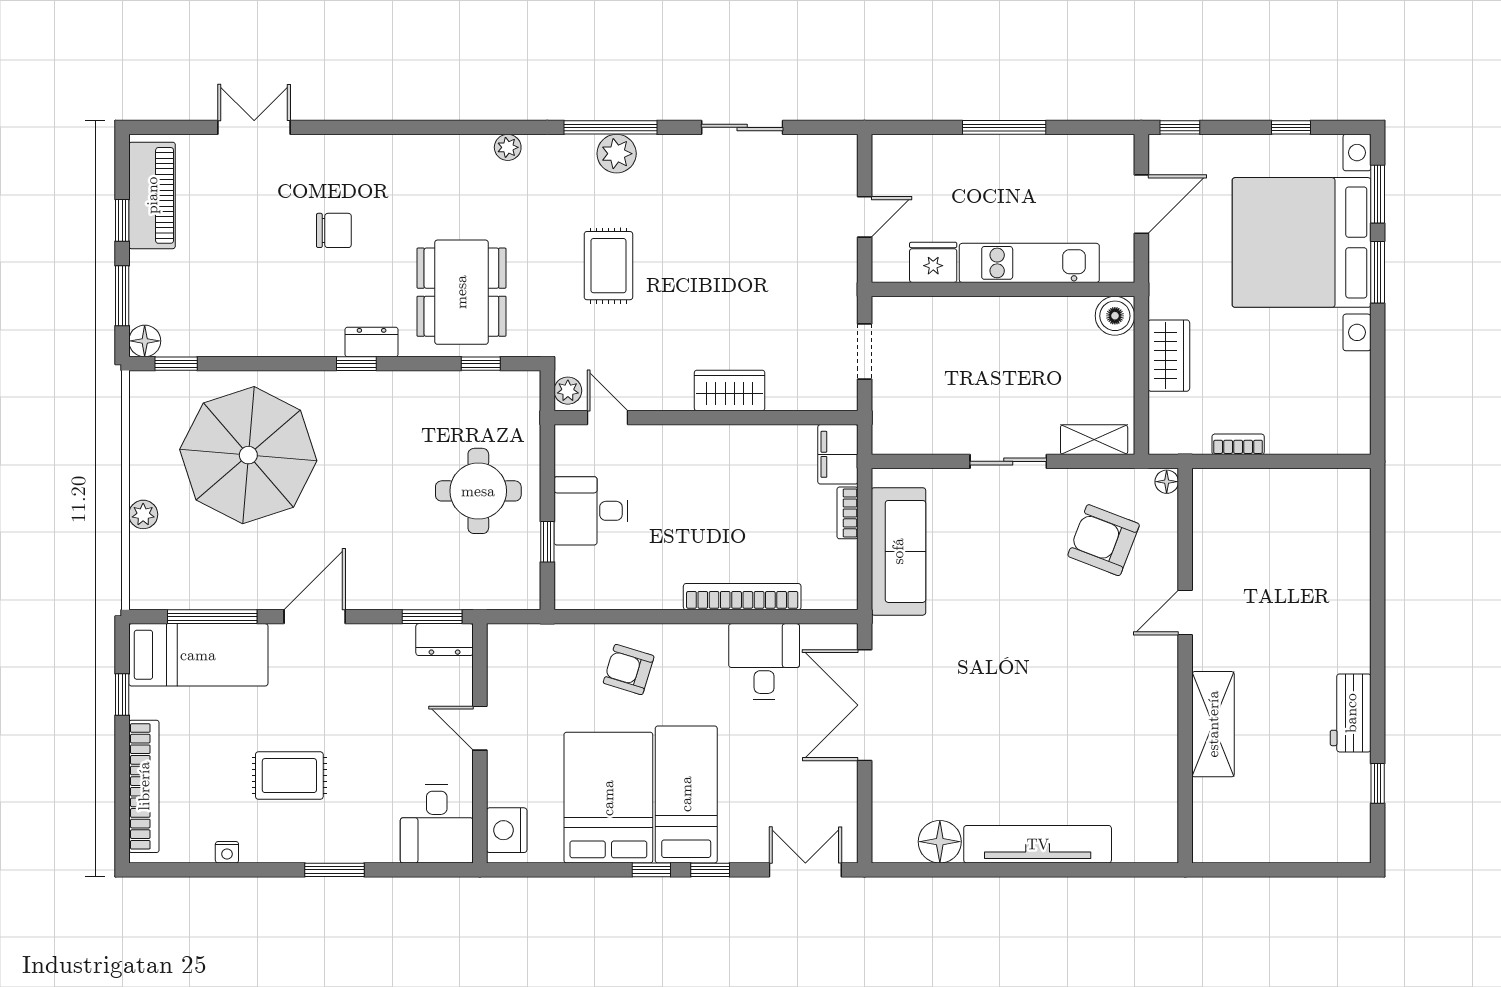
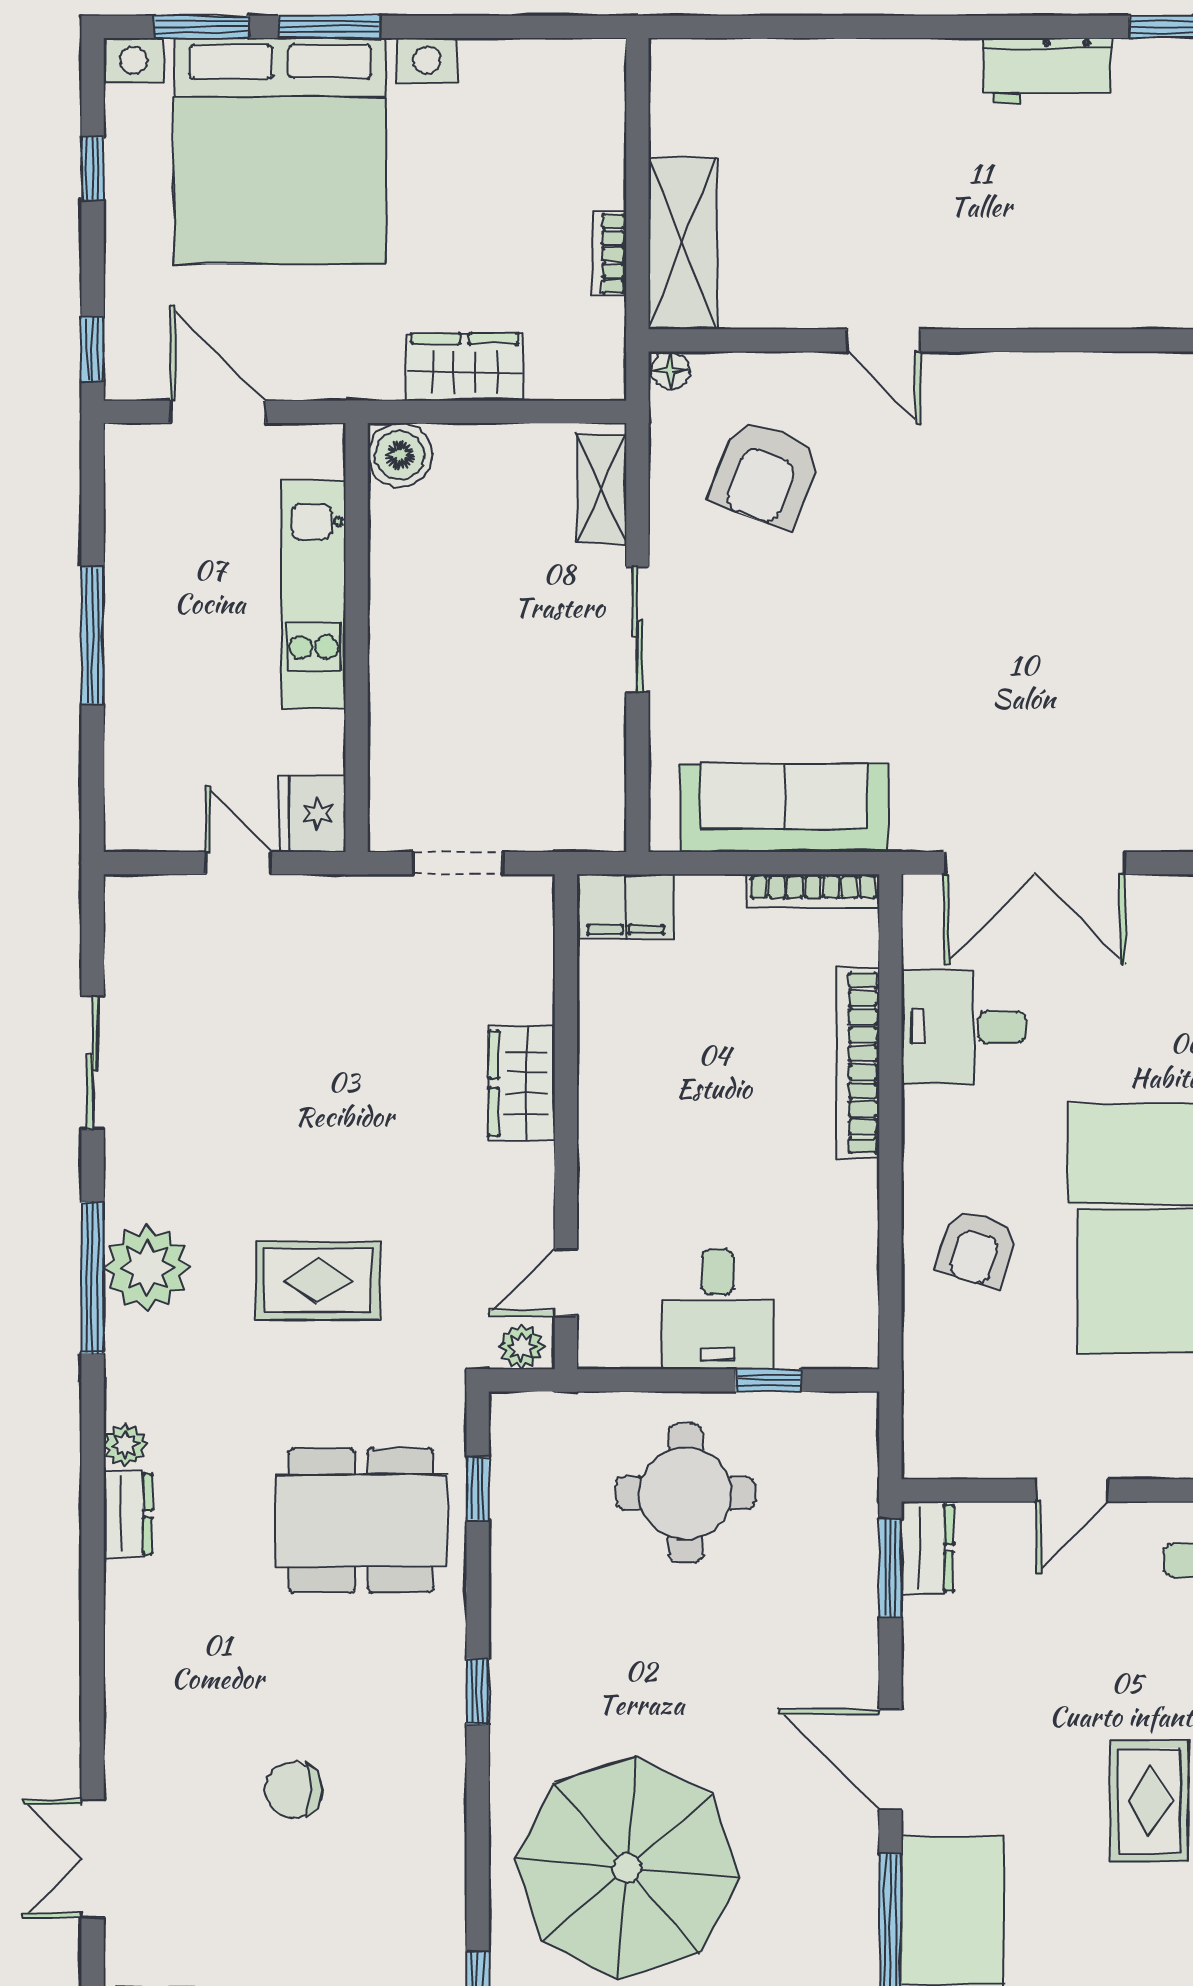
plant: (617, 154) -> (147, 1268), width x1.36, depth x1.36
chair: (334, 230) -> (294, 1790), moved, turned -90
fridge: (933, 262) -> (313, 814), moved
dresser: (372, 342) -> (128, 1514), moved, turned 180
bookcase: (847, 513) -> (813, 891), moved, width x1.56
shelving: (1213, 724) -> (683, 243), moved, turned 90

